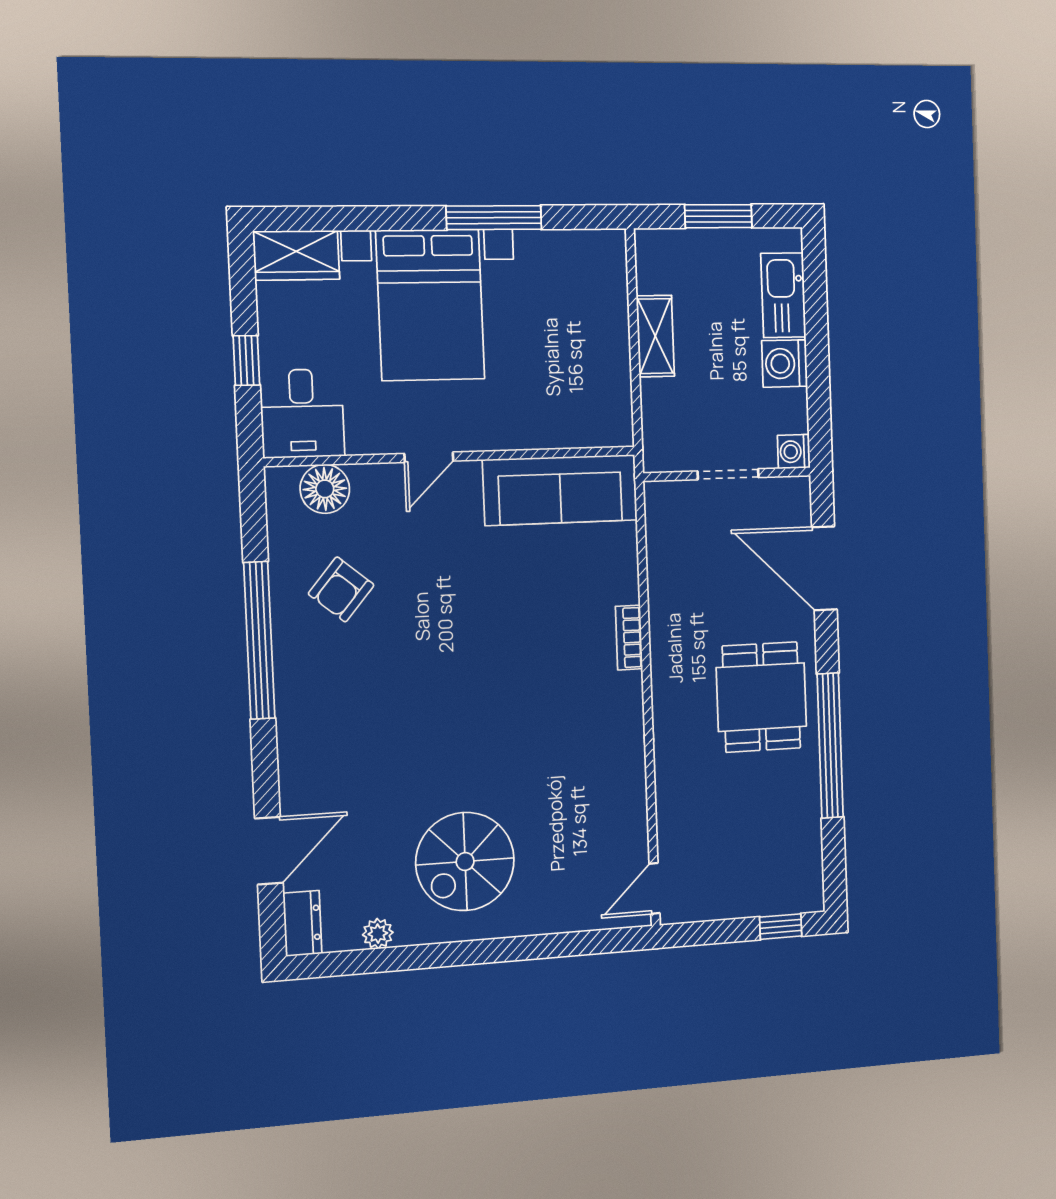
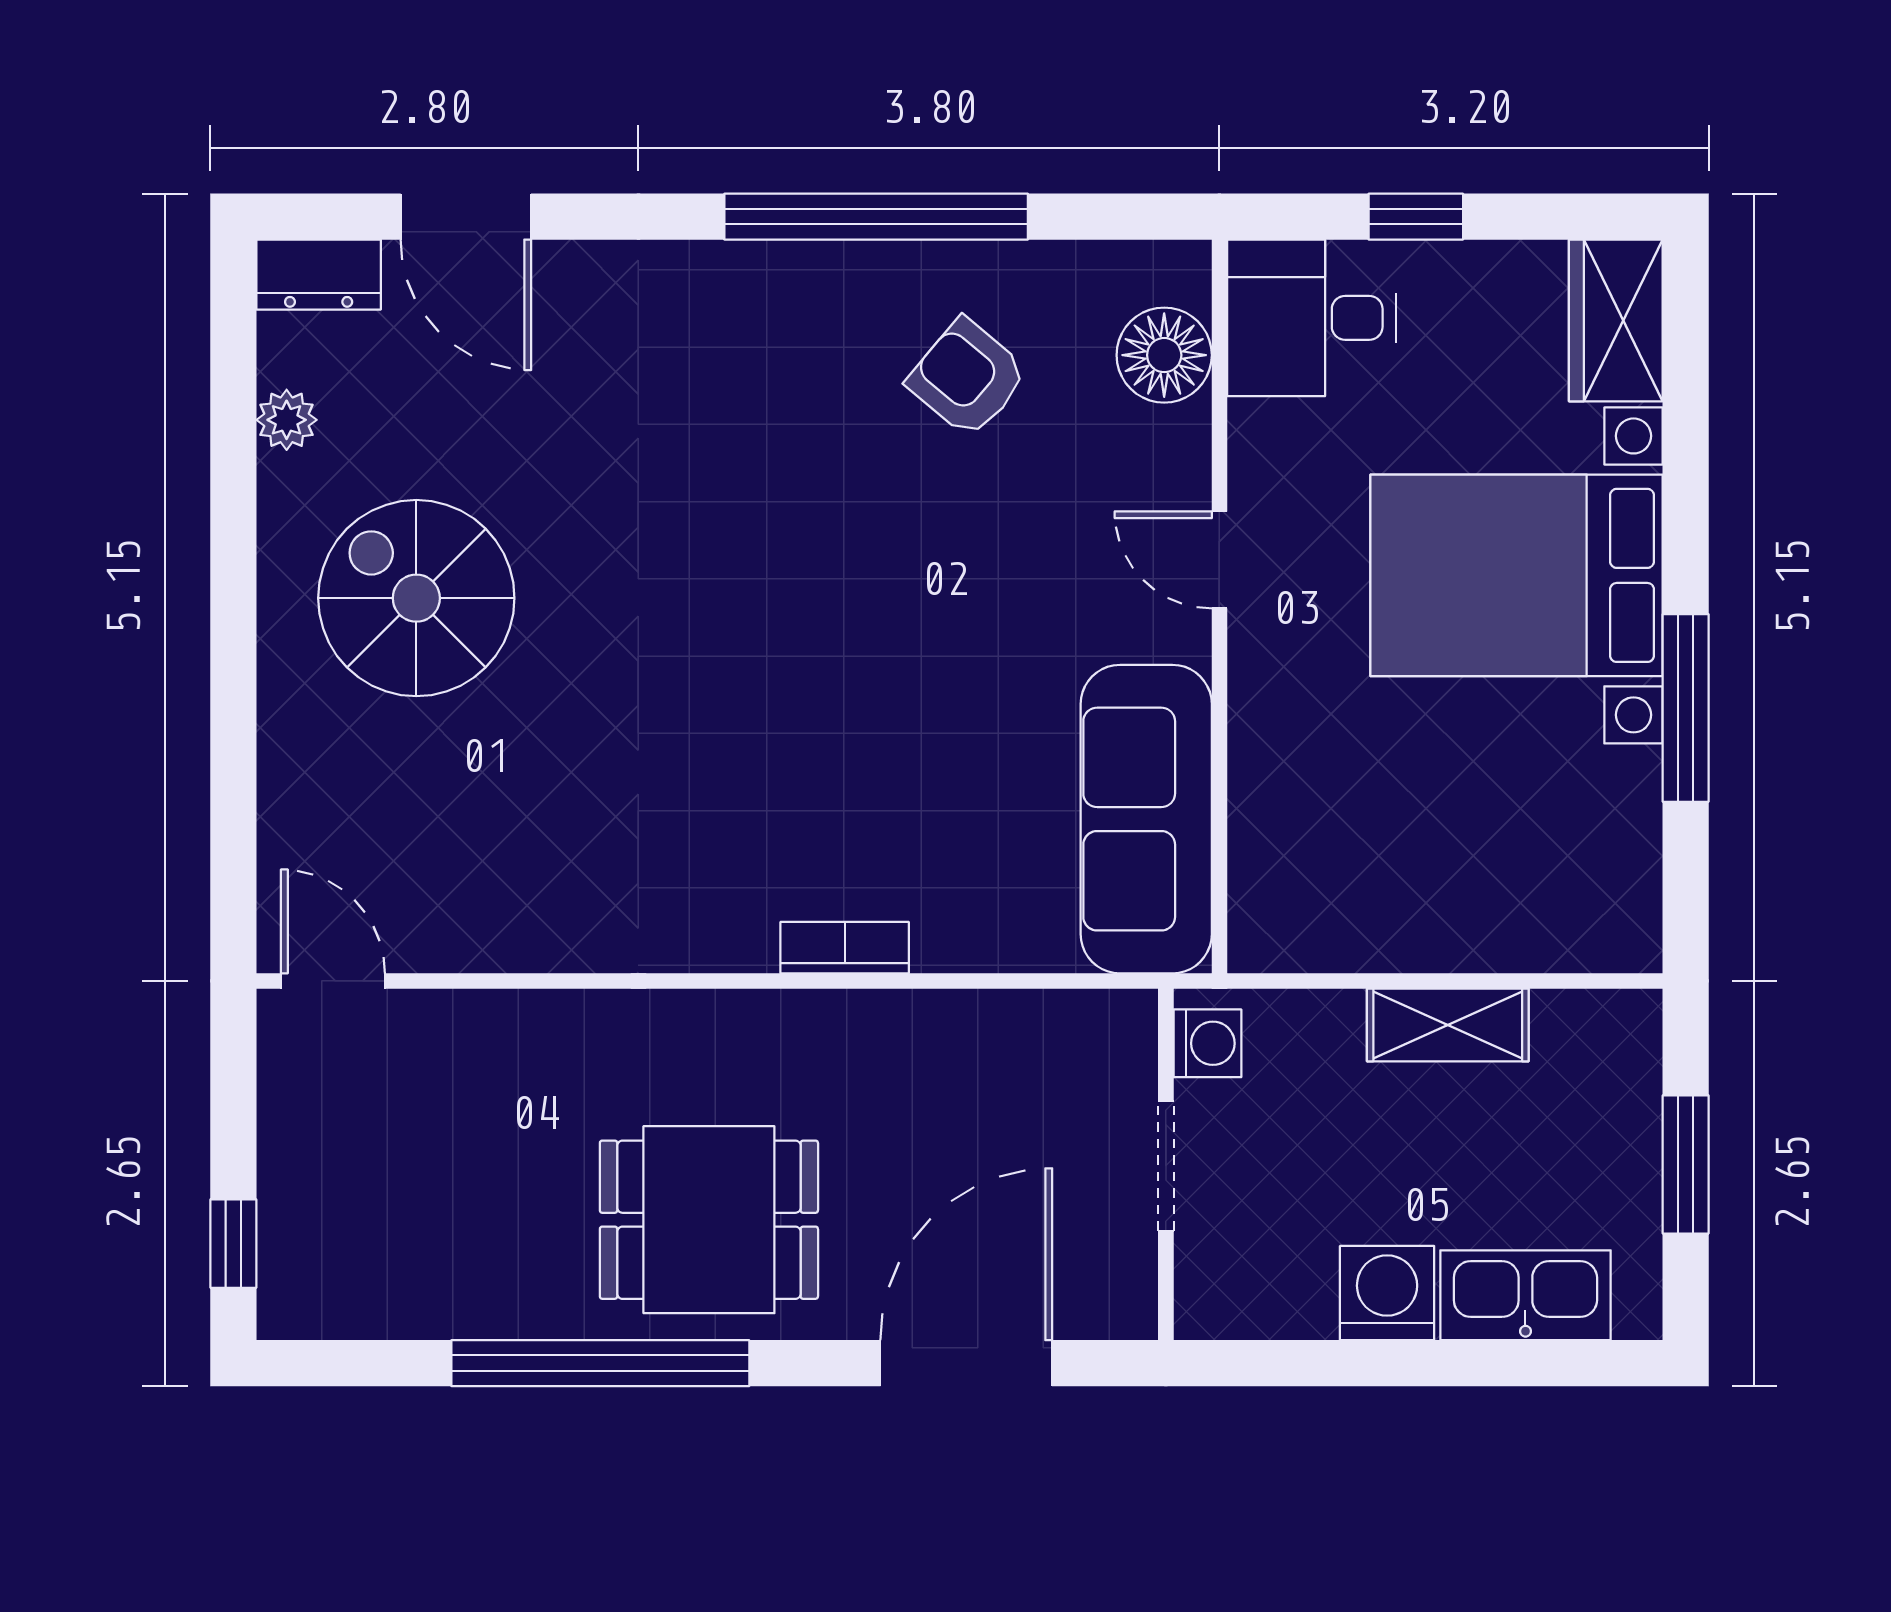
washing machine: (794, 452) -> (1207, 1043), moved, turned 90

